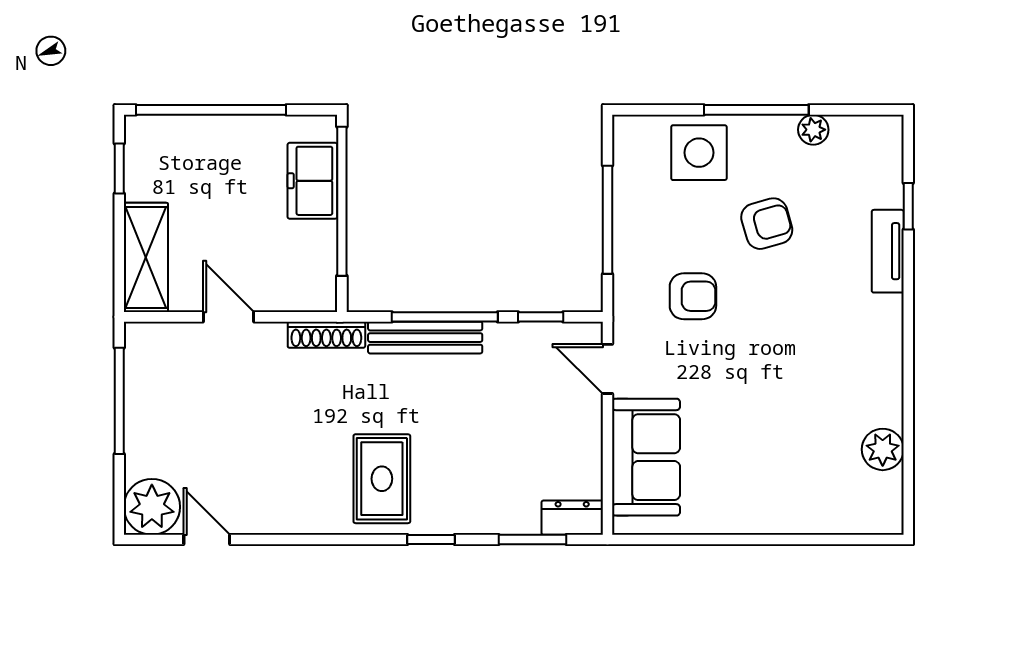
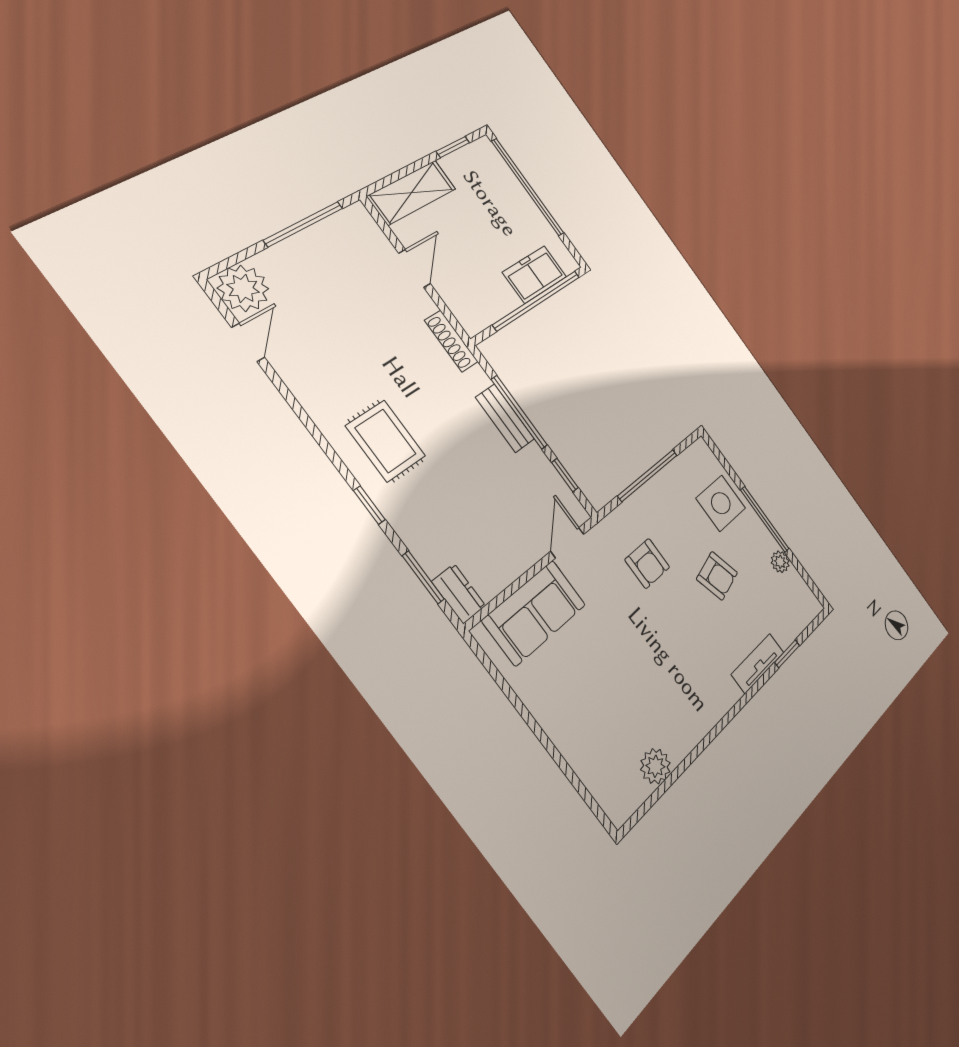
bench: (425, 338) -> (505, 418), width x0.73
rug: (382, 479) -> (386, 441), turned 90

